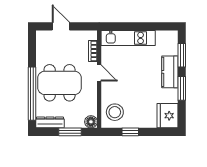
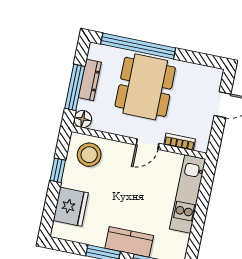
fridge: (167, 116) -> (71, 207), moved, turned 90
dresser: (50, 122) -> (90, 80), moved
window: (70, 132) -> (75, 87), width x1.44

